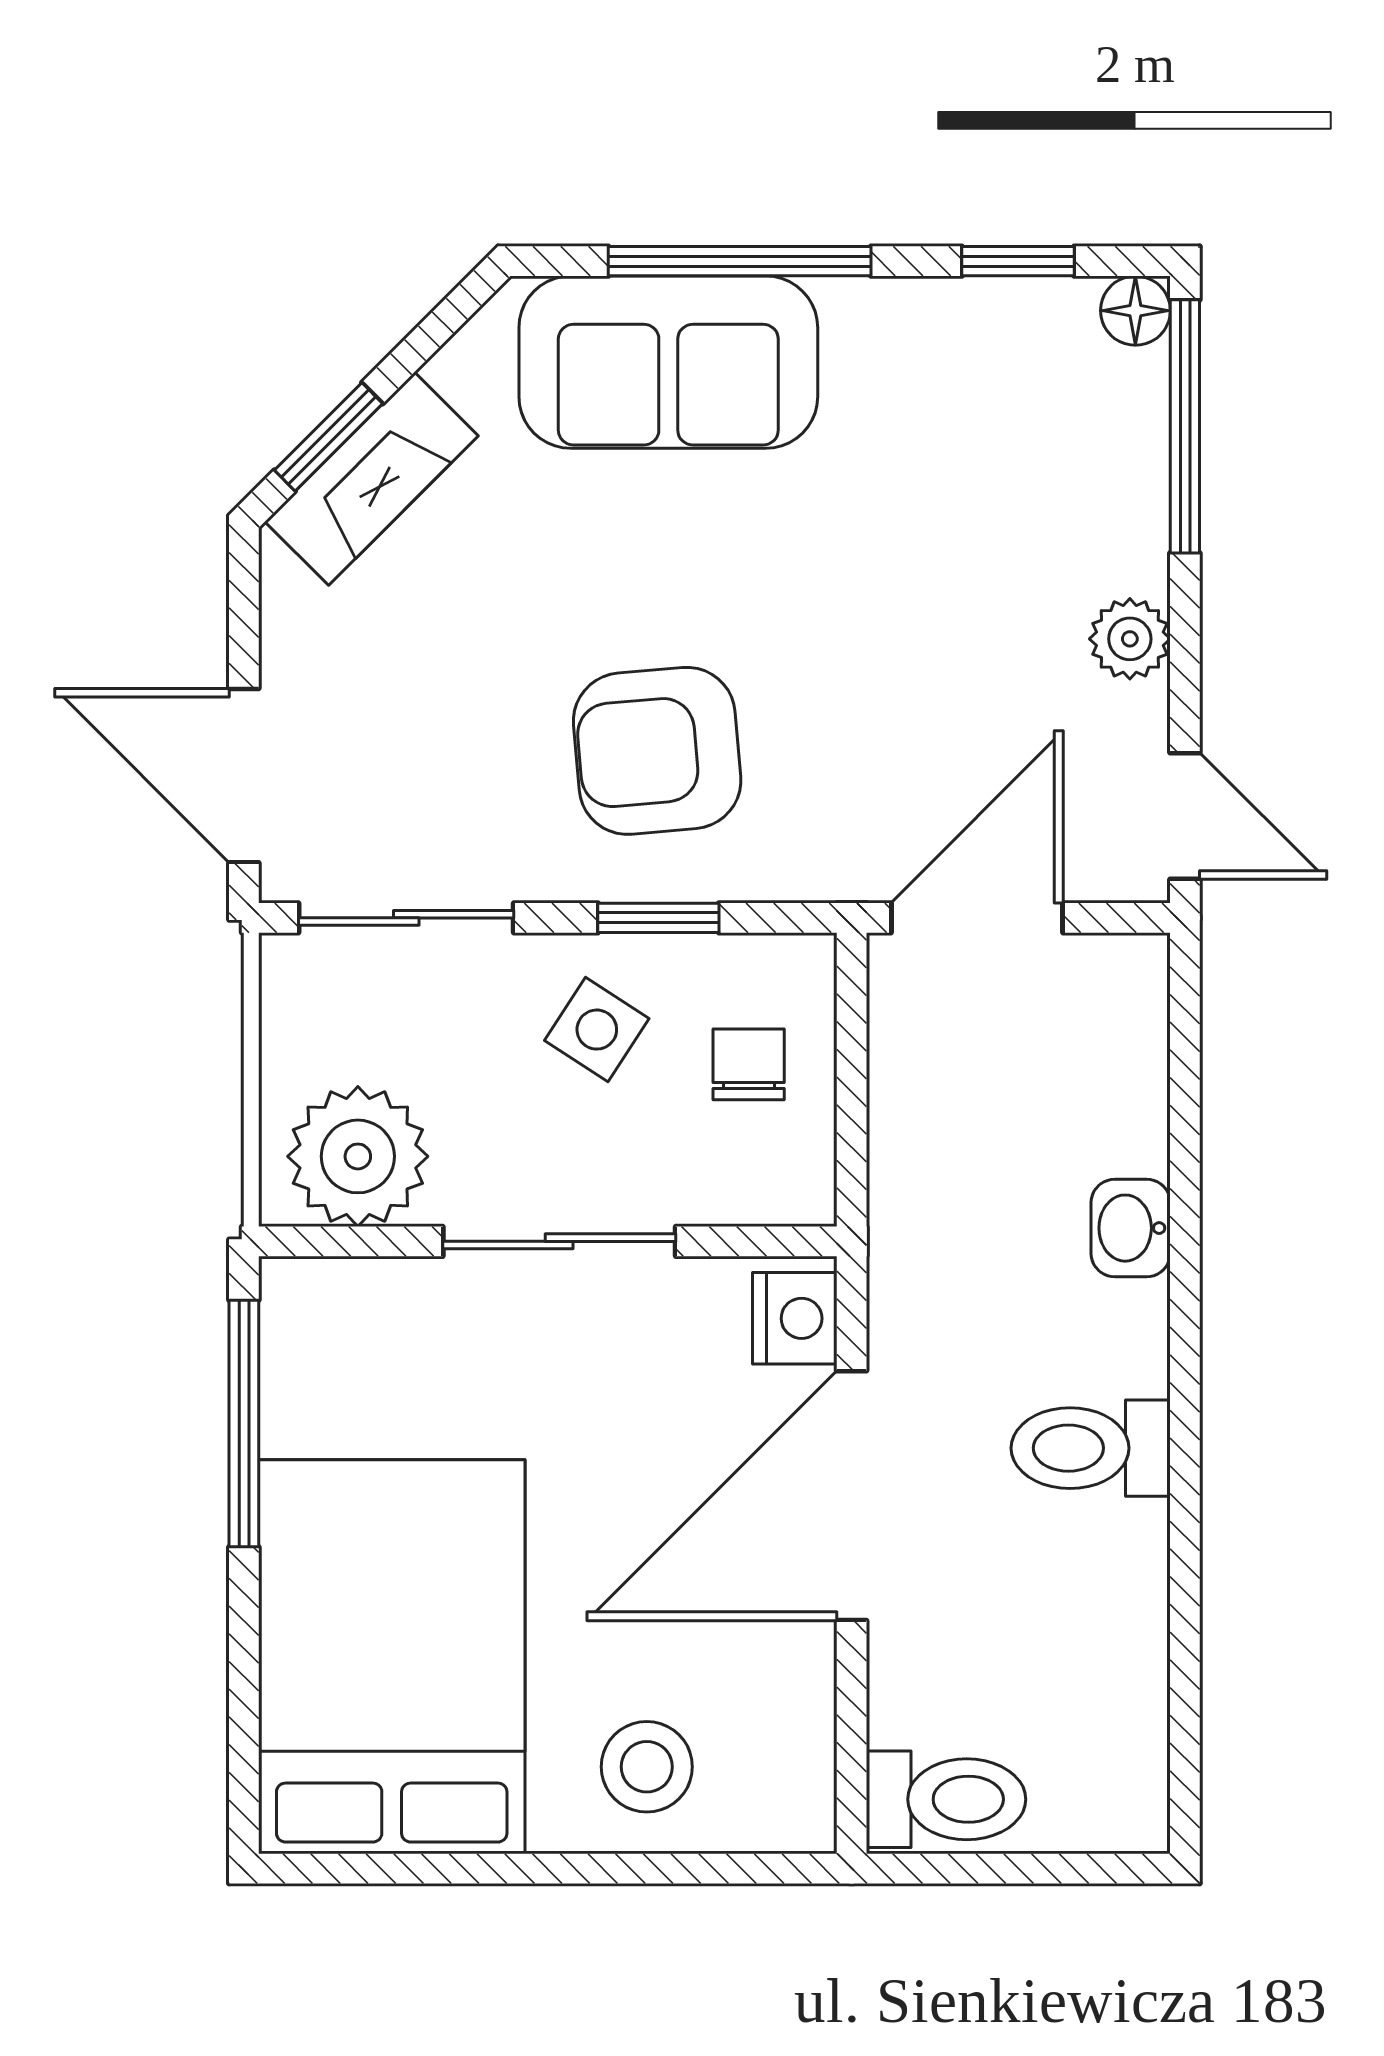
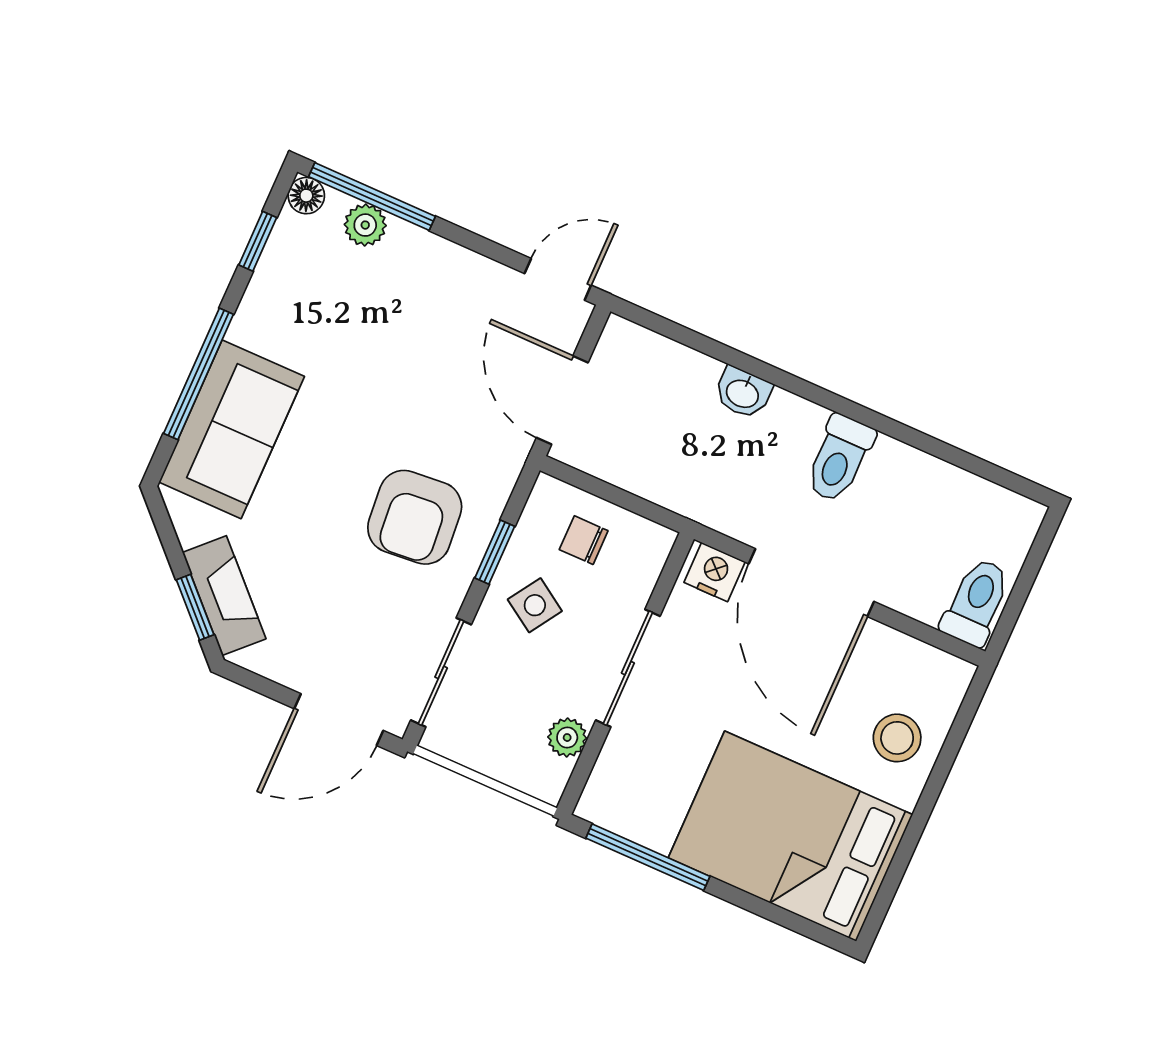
plant: (1130, 639) -> (365, 225), moved
plant: (358, 1156) -> (567, 738), width x0.53, depth x0.53

